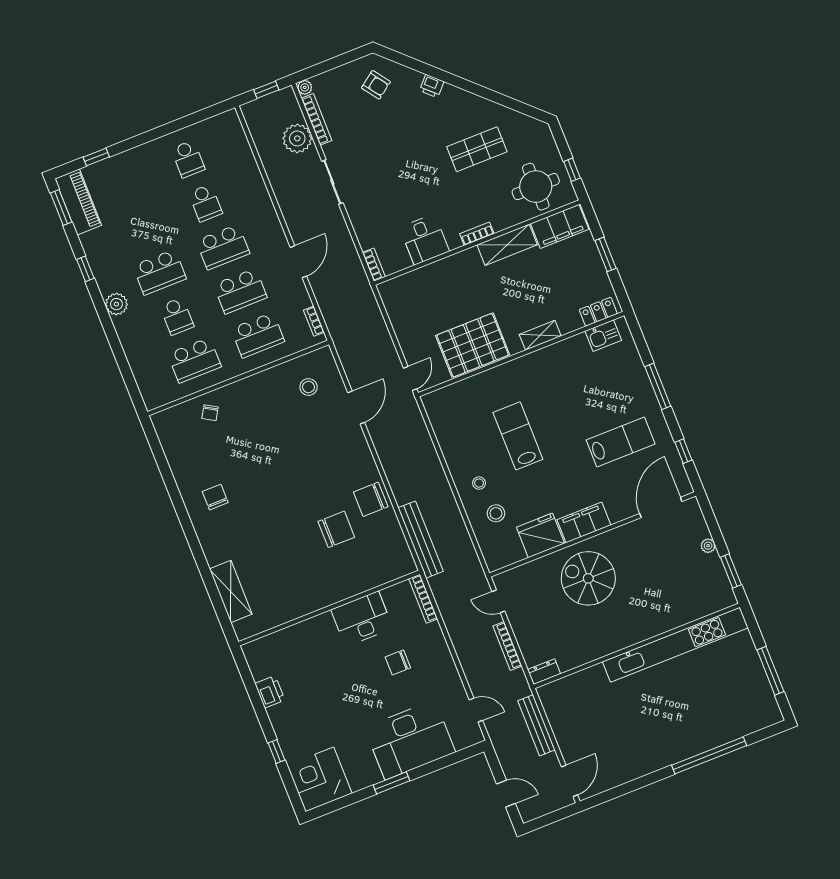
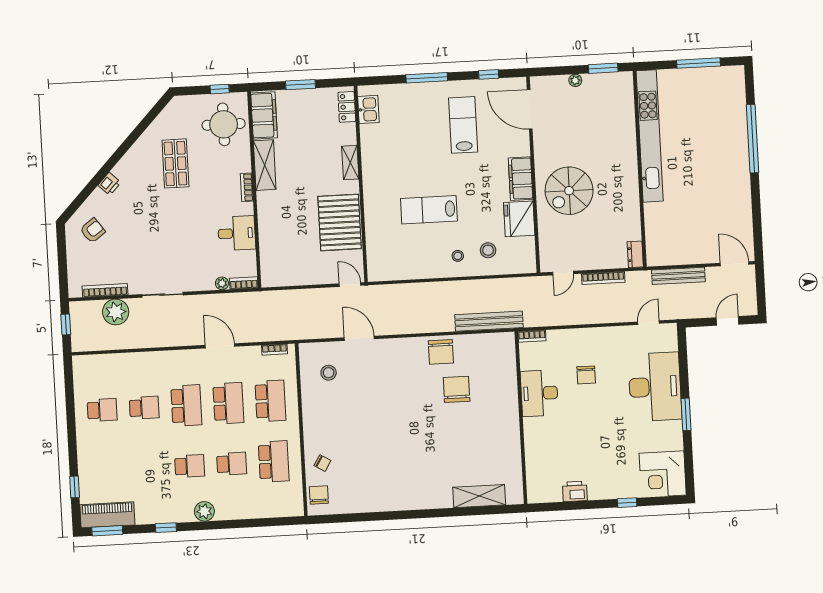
plant: (305, 87) -> (222, 283), moved
school desk: (159, 272) -> (190, 466), width x0.54
chair: (215, 497) -> (319, 495), moved, turned 90
bookcase: (423, 599) -> (532, 336), width x0.64

